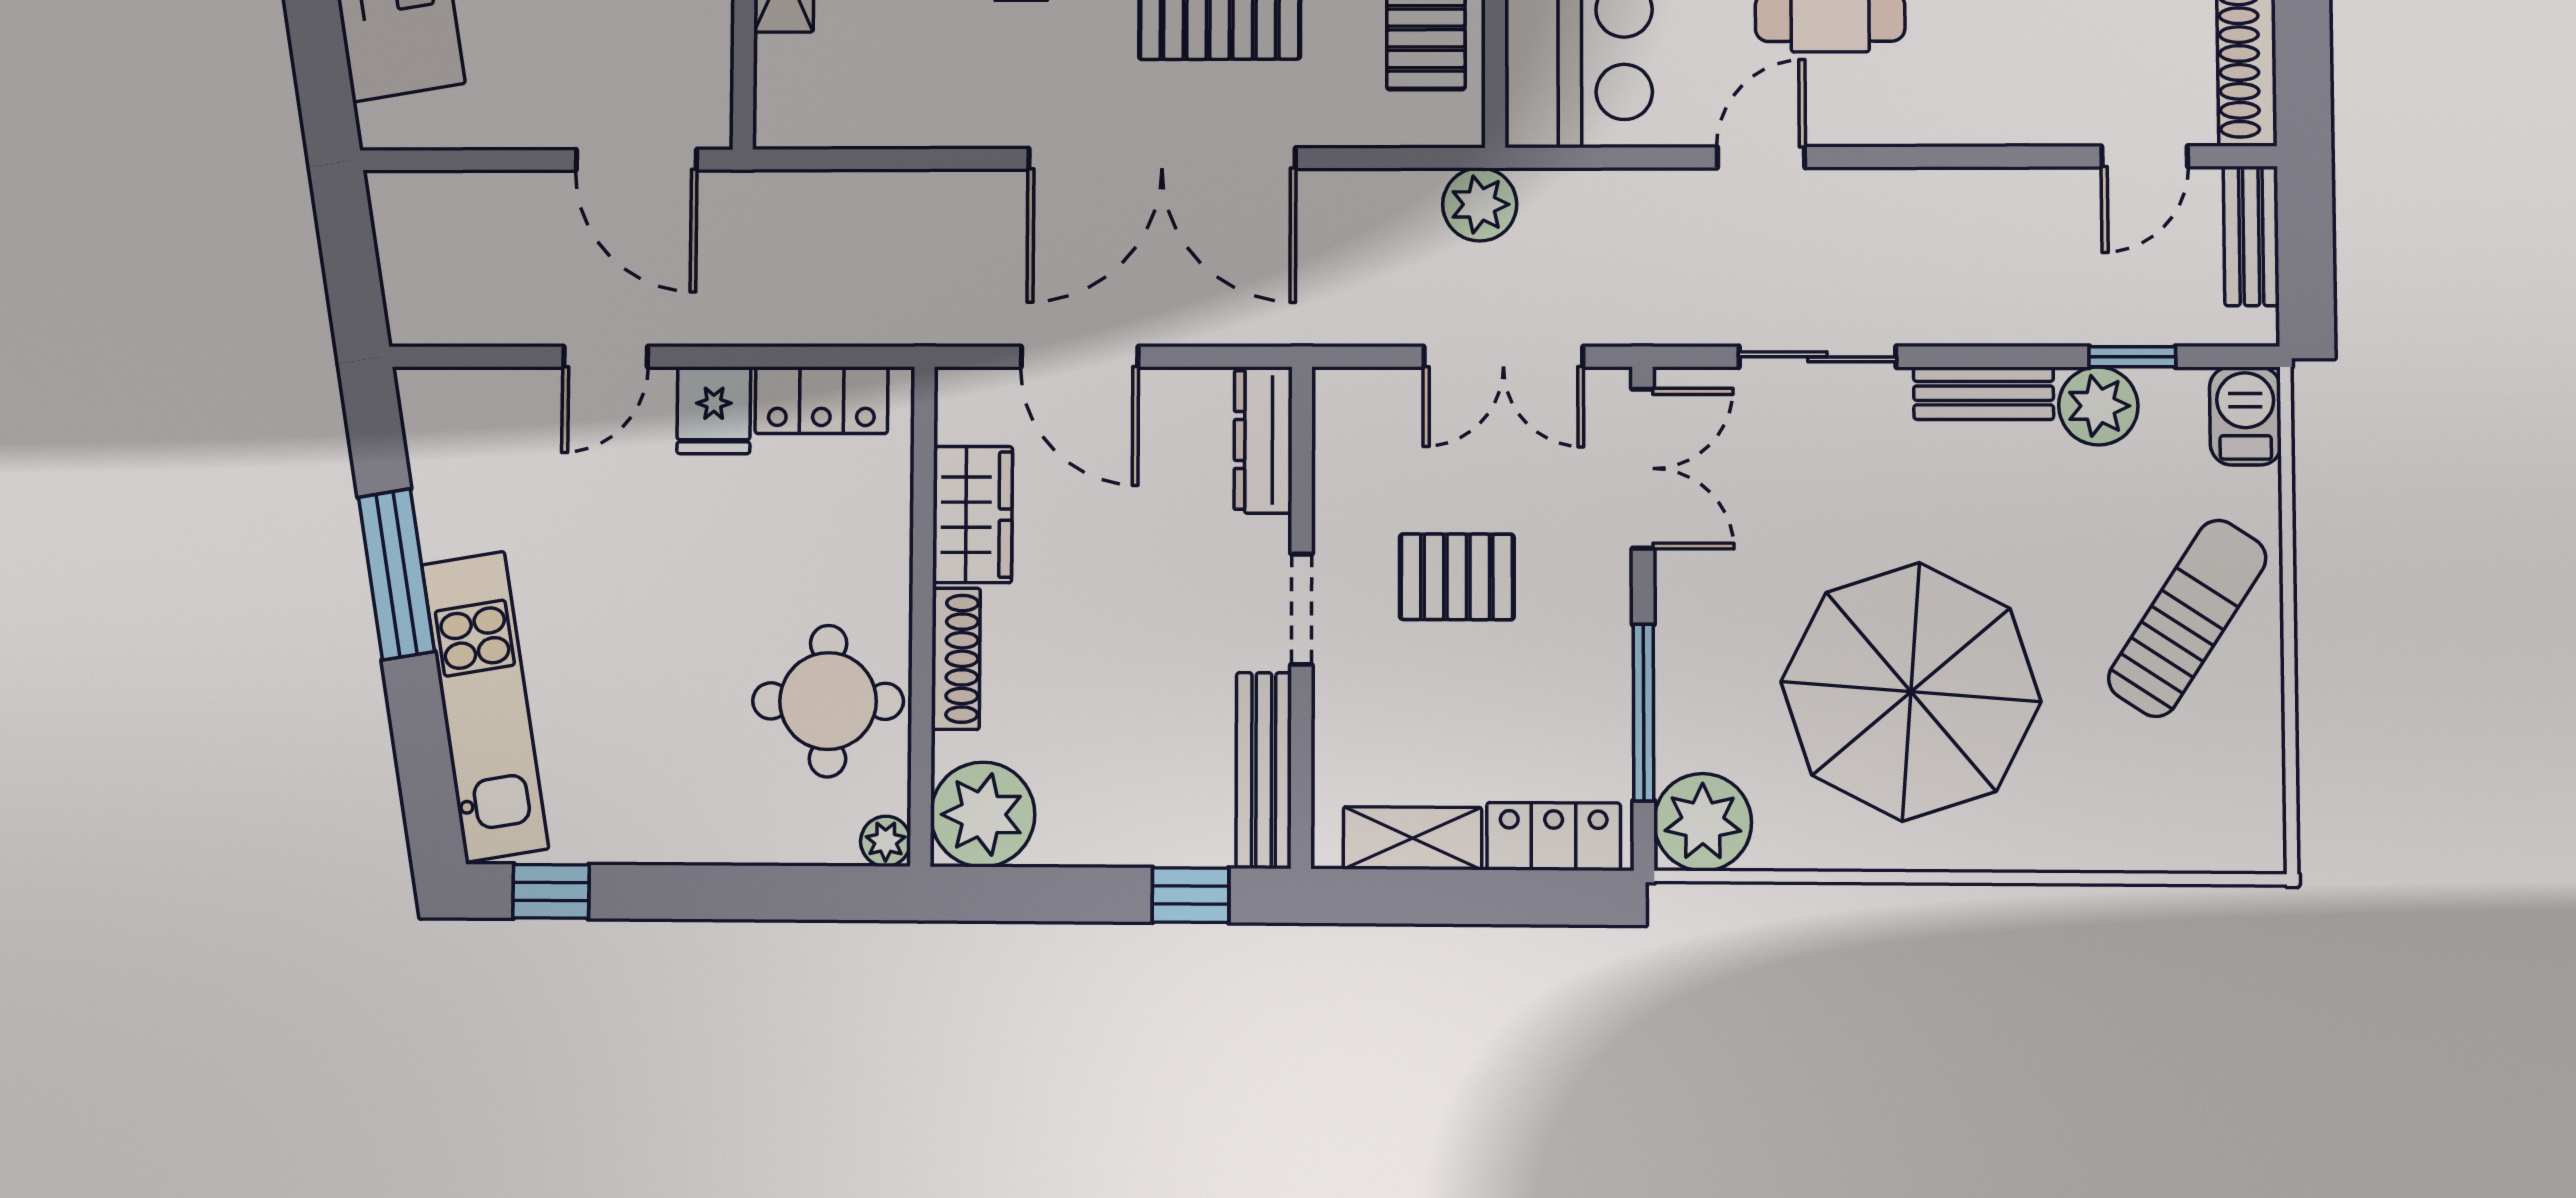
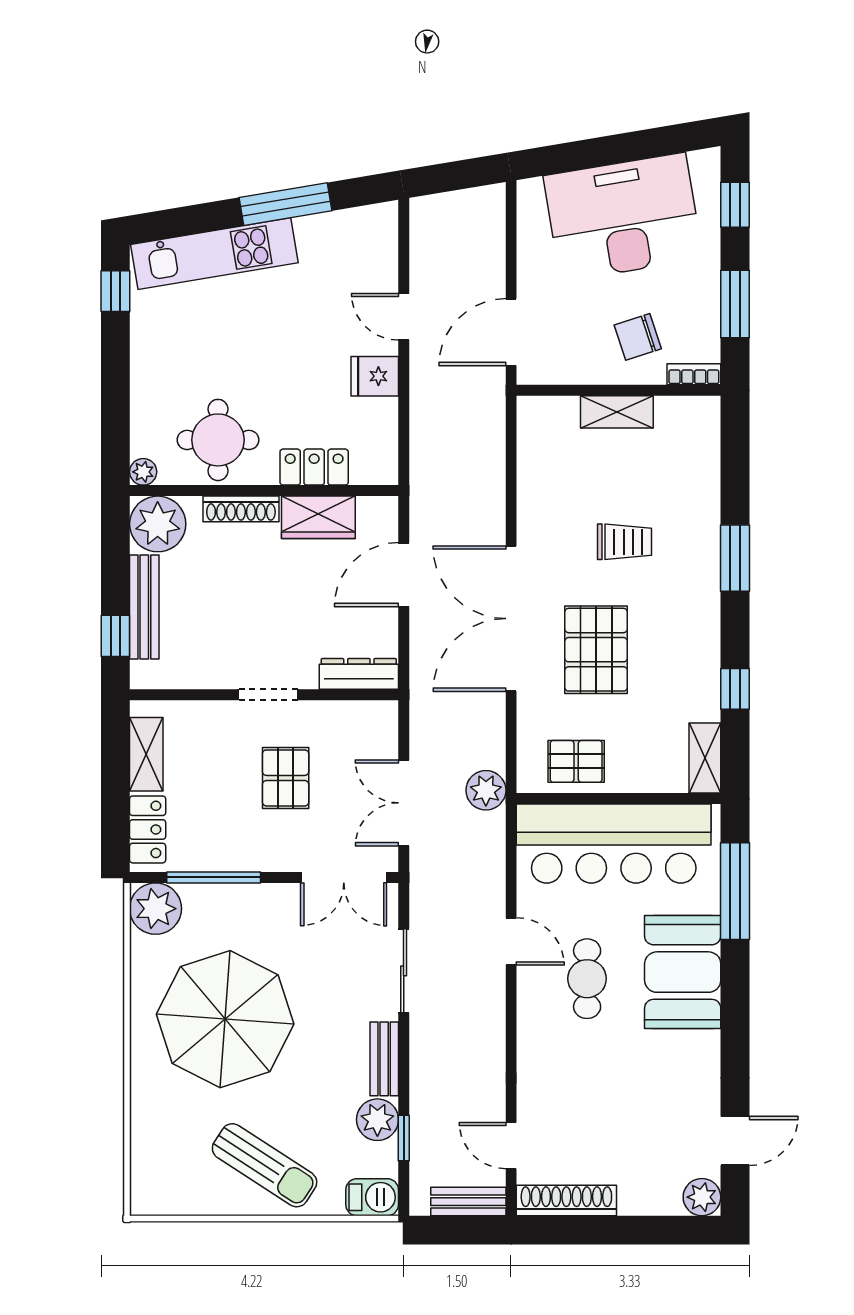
locker: (821, 400) -> (314, 467), moved, turned 90
bench: (1264, 770) -> (144, 607), moved, turned 90

